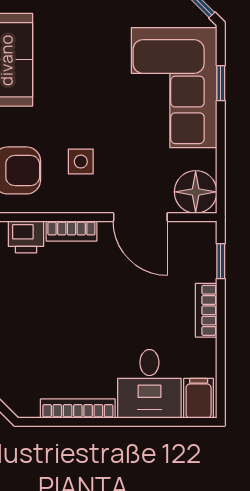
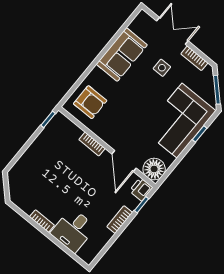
side table: (81, 162) -> (162, 68), moved
printer: (26, 237) -> (141, 189), moved, turned 90
filing cabinet: (199, 398) -> (88, 252), removed
bookcase: (78, 408) -> (42, 221), width x0.64

